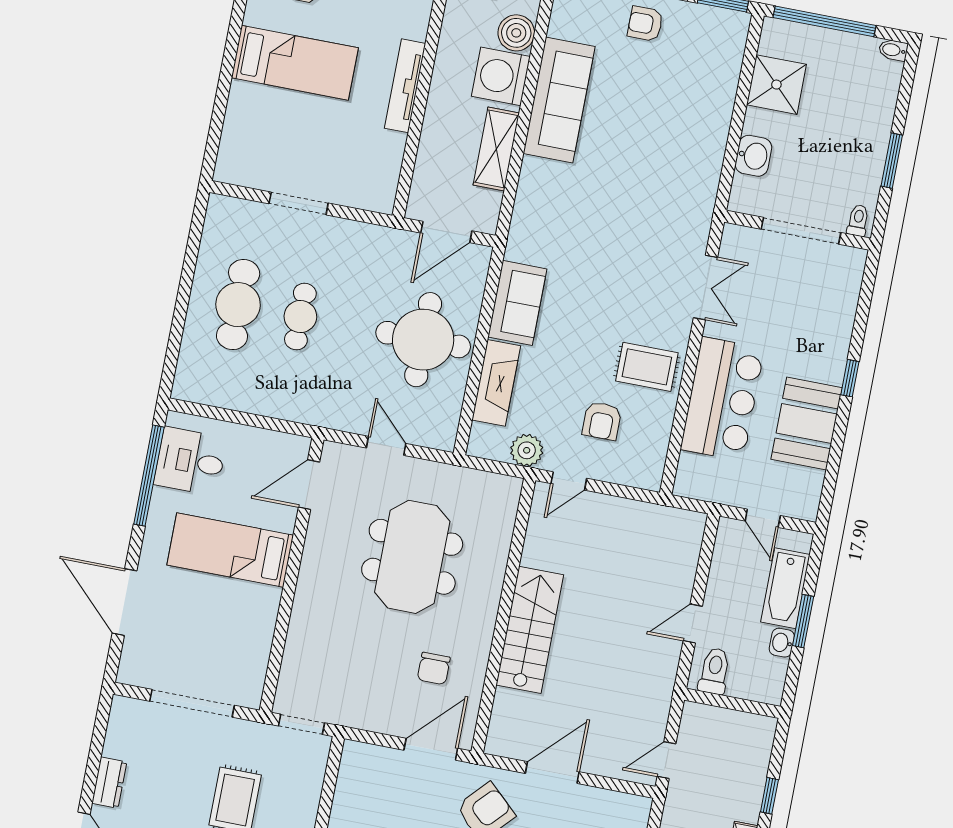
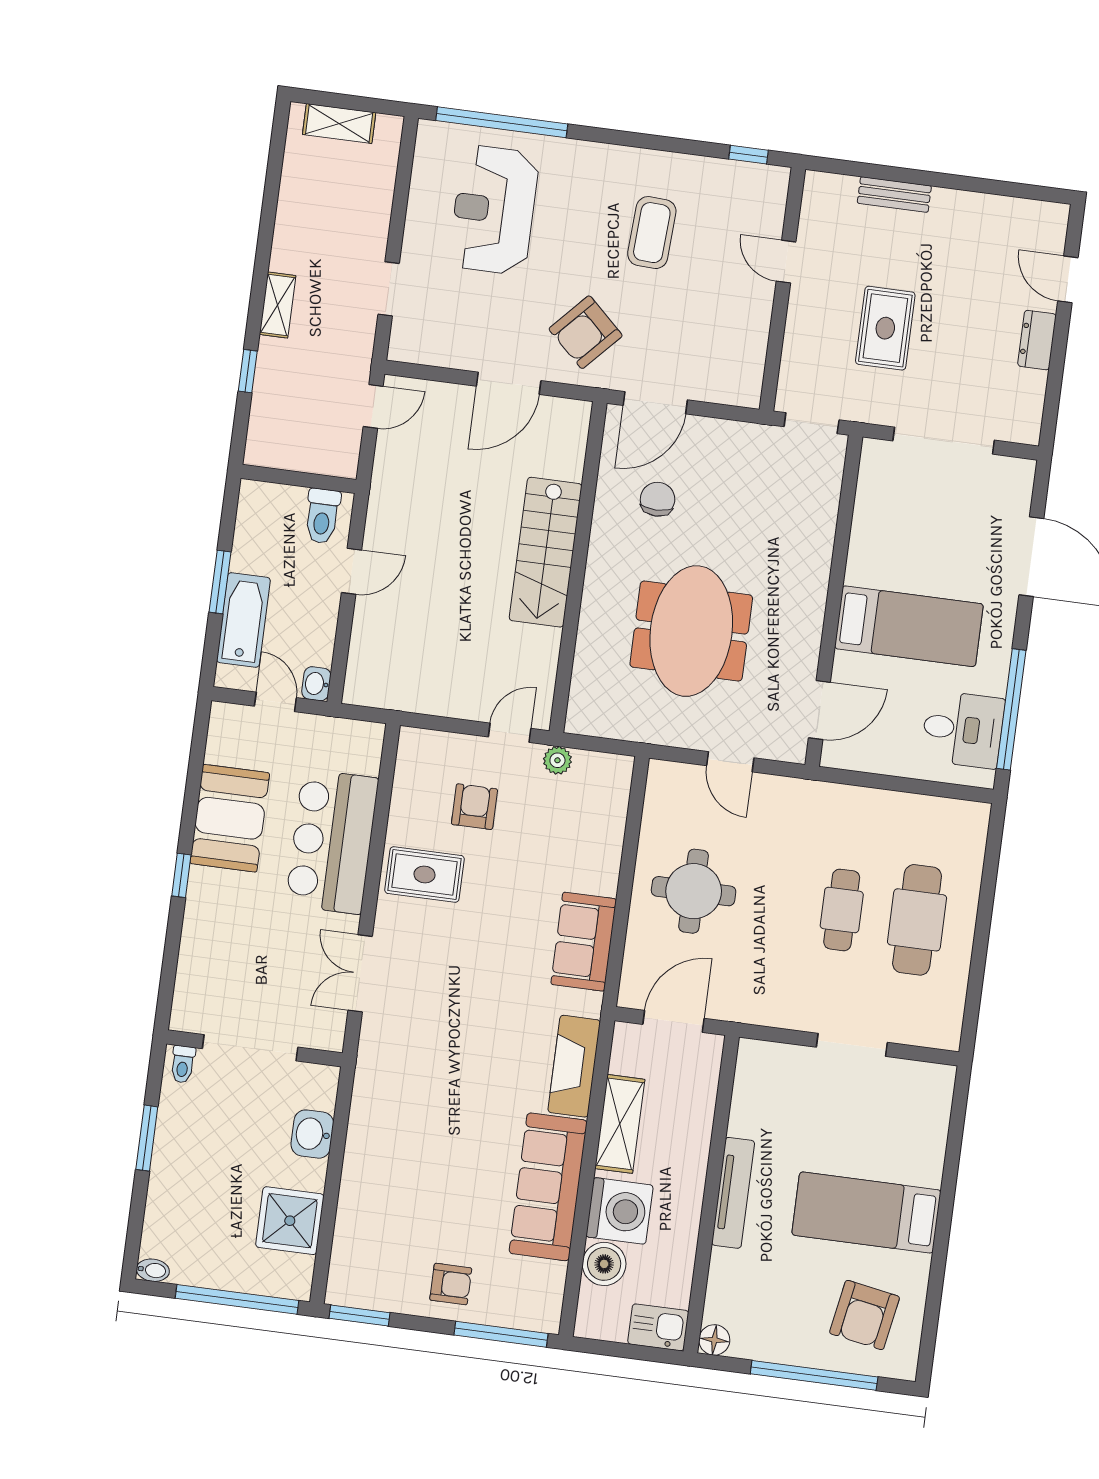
round table: (423, 340) -> (694, 891), width x0.73, depth x0.73
fireplace: (496, 383) -> (574, 1066), moved
plant: (527, 450) -> (557, 760), width x0.73, depth x0.73
washbasin: (782, 643) -> (316, 684), moved, turned 180

